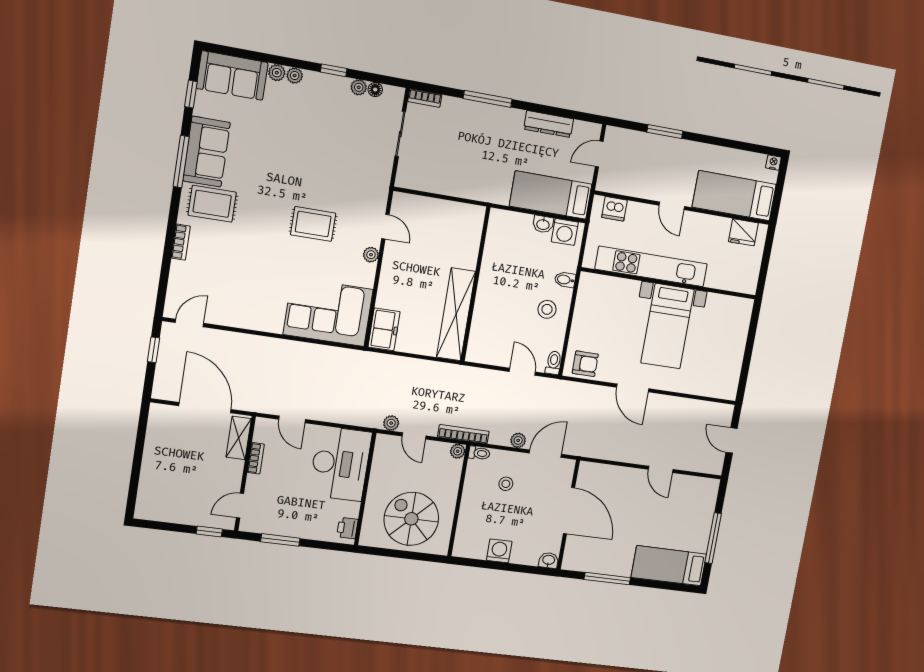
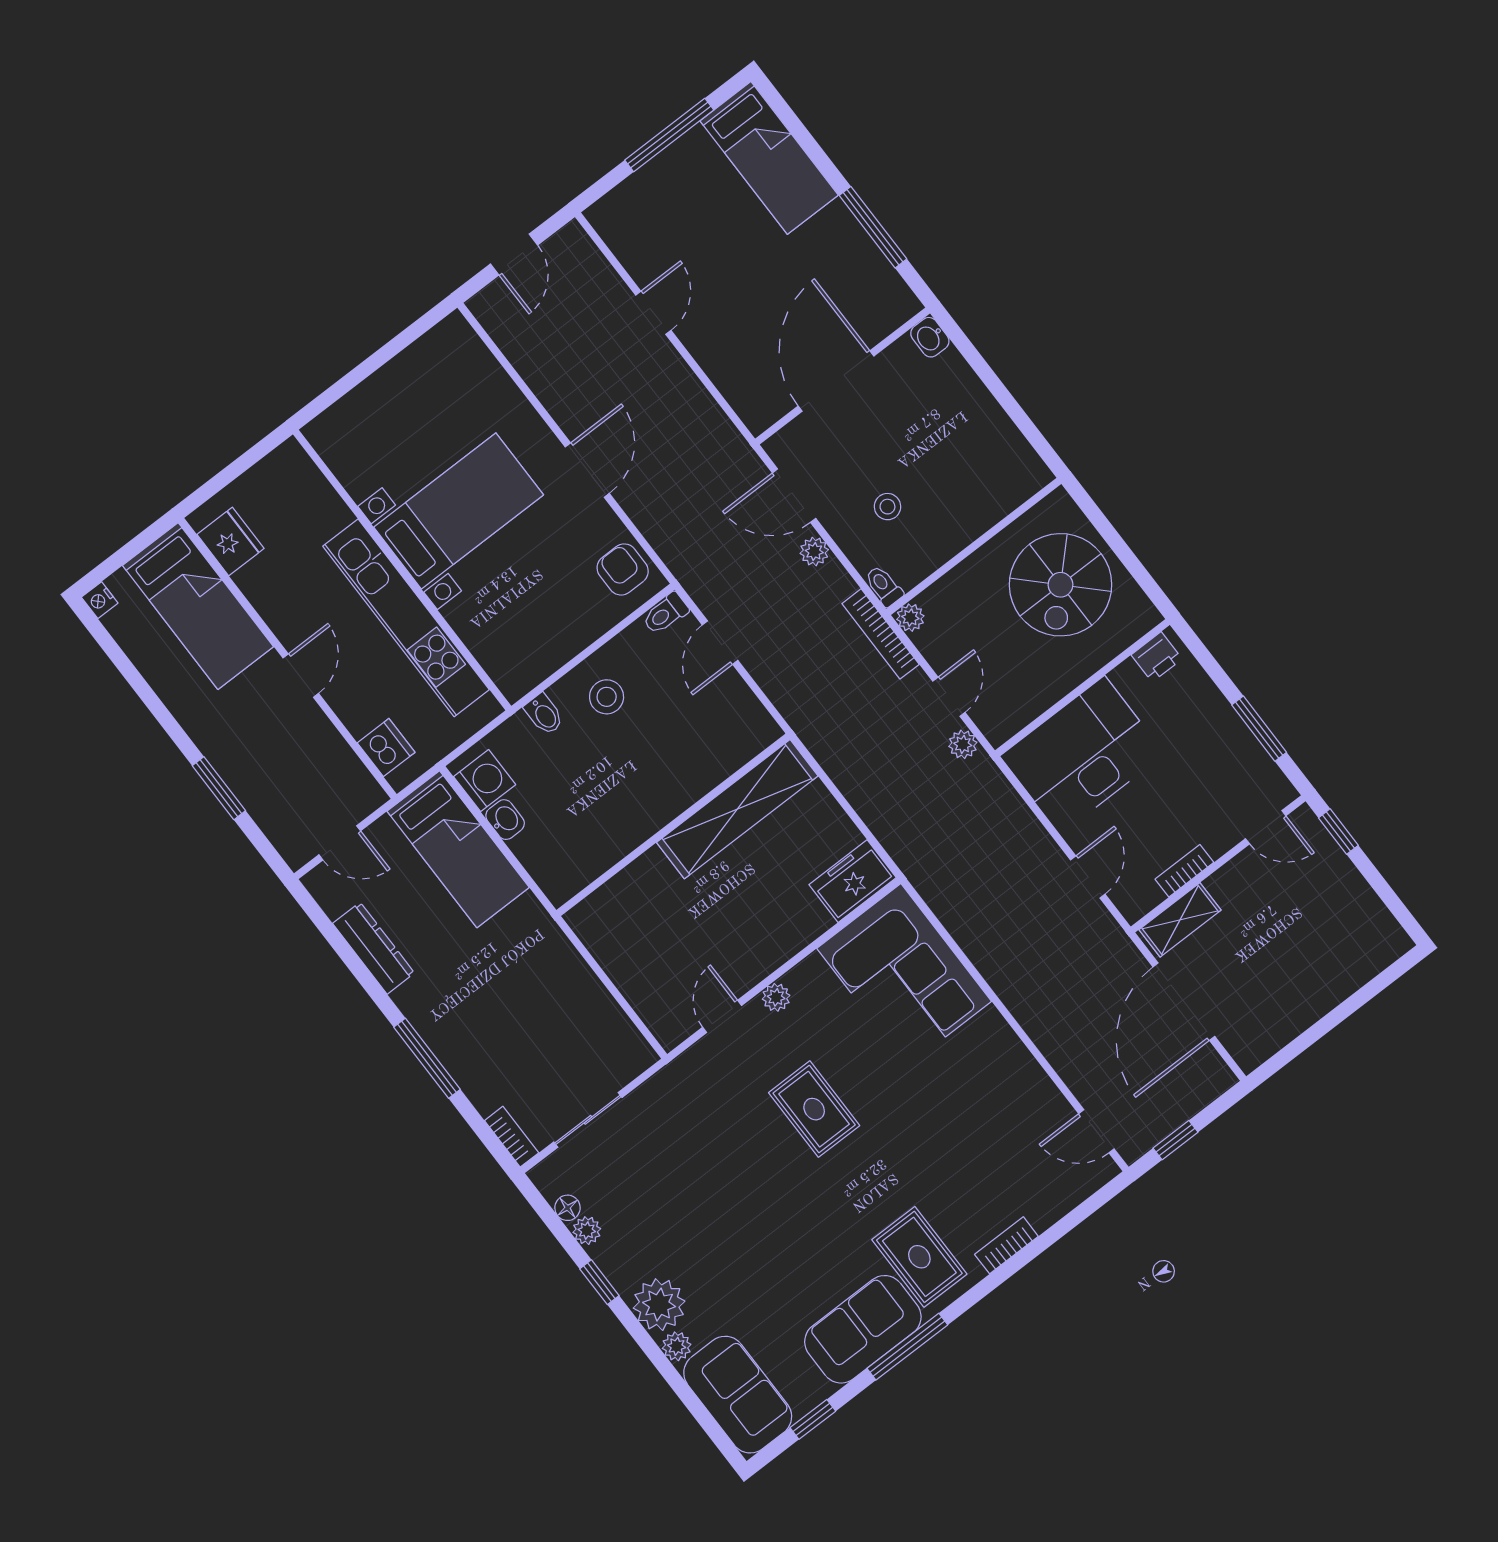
plant: (295, 76) -> (659, 1305), width x1.87, depth x1.87
washing machine: (499, 551) -> (985, 420), removed

